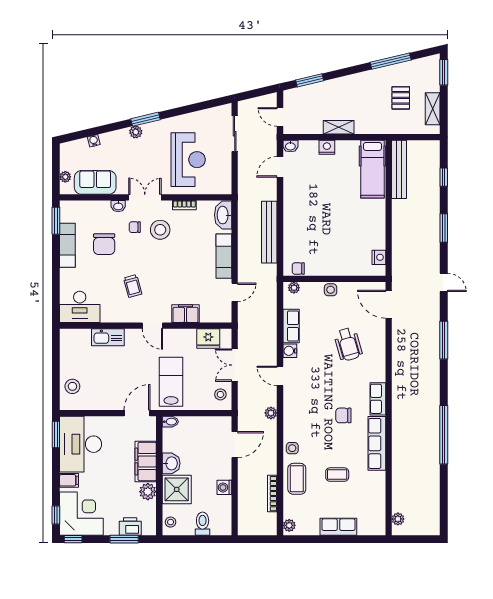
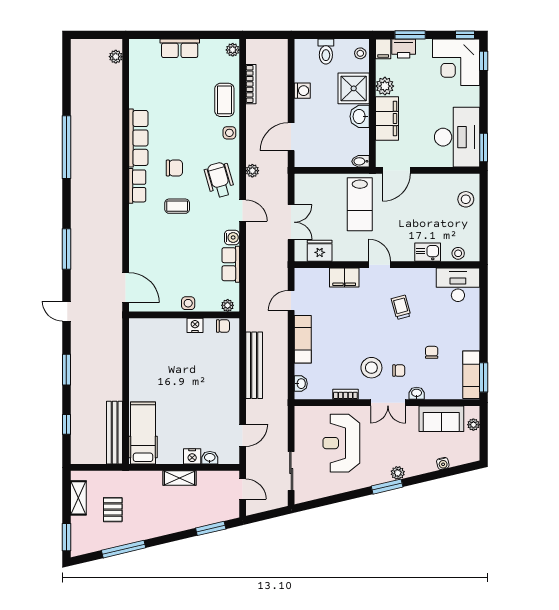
washbasin: (290, 146) -> (210, 458), moved
washbasin: (223, 215) -> (301, 384), width x0.52, depth x0.69
chair: (104, 244) -> (432, 352), width x0.54, depth x0.54
exam couch: (67, 245) -> (471, 375), moved
nightstand: (379, 257) -> (195, 325), moved, turned 90
kitchen sink: (108, 337) -> (428, 252), width x0.73
wheelchair: (348, 344) -> (219, 180), moved
stool: (220, 394) -> (458, 253), moved
coffee table: (337, 475) -> (177, 206), moved
filing cabinet: (69, 480) -> (383, 49), moved, turned -90

